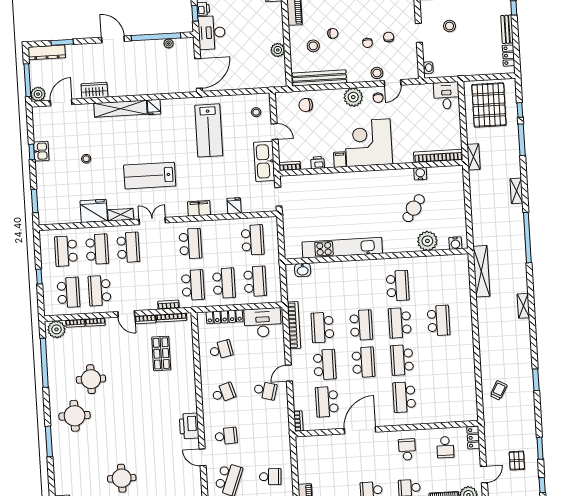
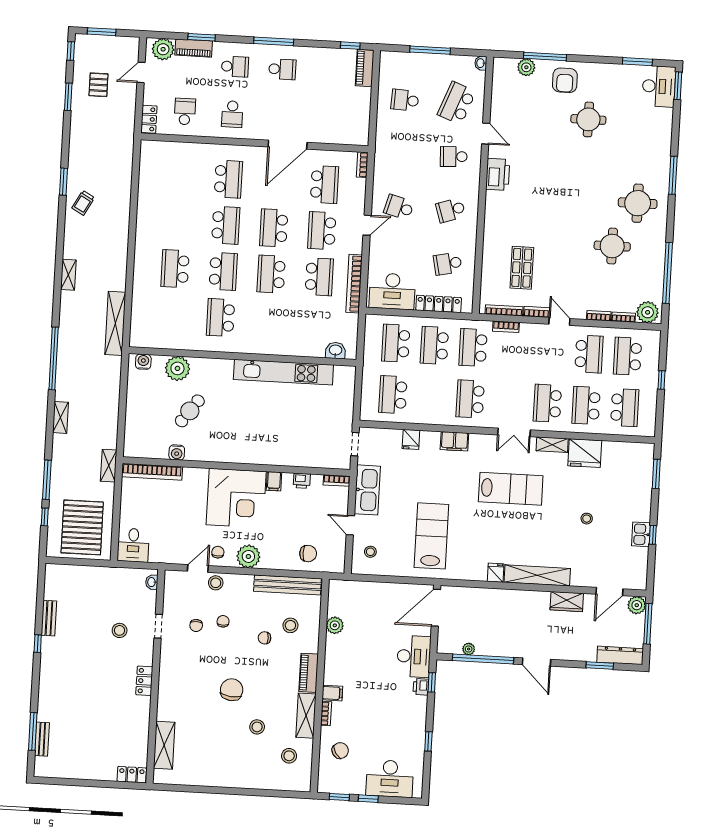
locker: (508, 56) -> (51, 586), removed
trolley: (499, 390) -> (83, 203), moved

